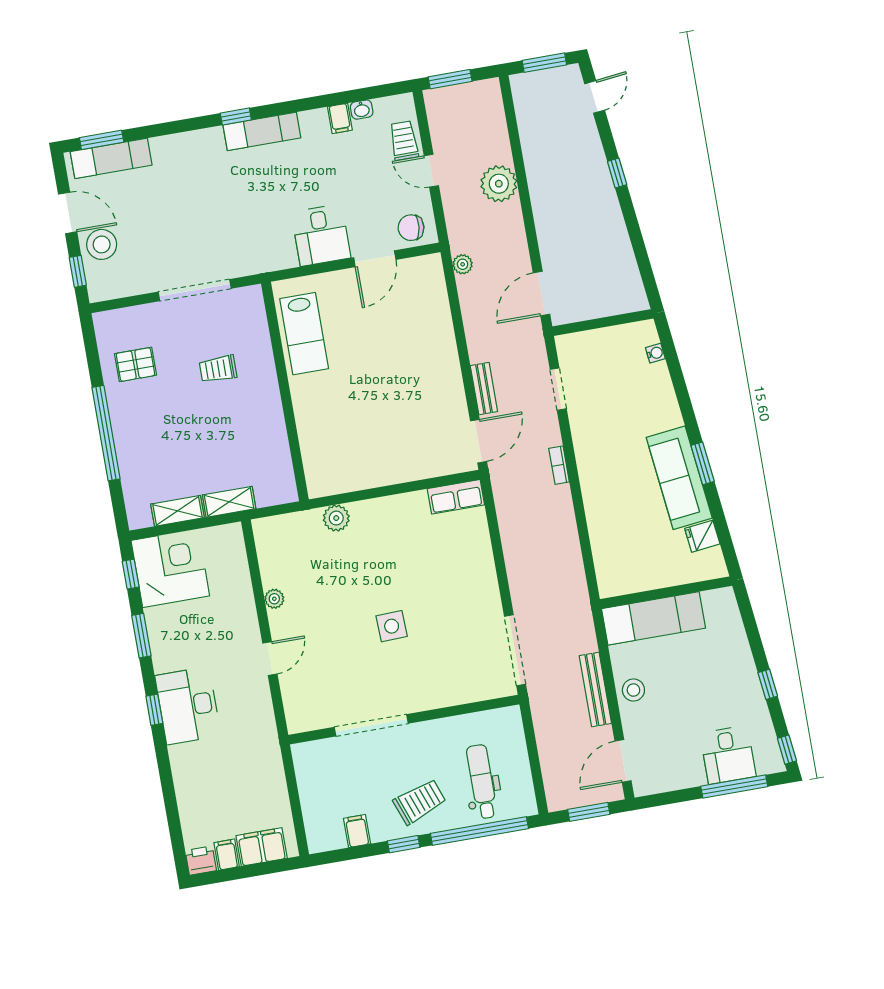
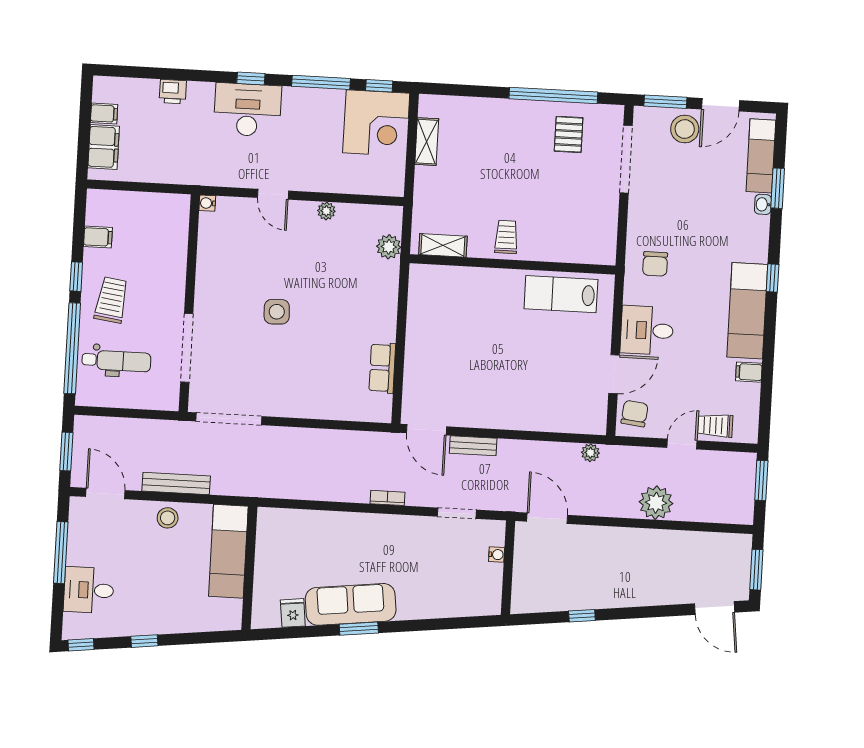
door: (595, 97) -> (715, 608), width x1.38
washbasin: (362, 110) -> (763, 204), moved
exam couch: (262, 131) -> (747, 311), width x1.36, depth x1.45
window: (102, 140) -> (778, 188), moved
trolley: (404, 141) -> (715, 426), turned 180
window: (617, 173) -> (582, 616), moved
chair: (250, 243) -> (655, 264), added
door: (375, 259) -> (614, 374), swing flipped
window: (78, 271) -> (665, 102), width x1.50
doorway: (195, 290) -> (626, 159), moved
water cooler: (655, 353) -> (497, 555), moved, turned -83
trolley: (218, 369) -> (506, 237), moved
window: (106, 433) -> (553, 95), moved
row of seats: (456, 497) -> (382, 368), moved
shelving: (229, 502) -> (443, 245), moved, turned 90
plant: (336, 518) -> (389, 247), moved
window: (141, 636) -> (321, 82), width x1.44
water cooler: (295, 725) -> (207, 203), added
doorway: (371, 725) -> (187, 348), moved
window: (734, 786) -> (61, 553), moved
trolley: (420, 802) -> (111, 300), turned -152
printer: (201, 861) -> (173, 92), moved, turned 90

